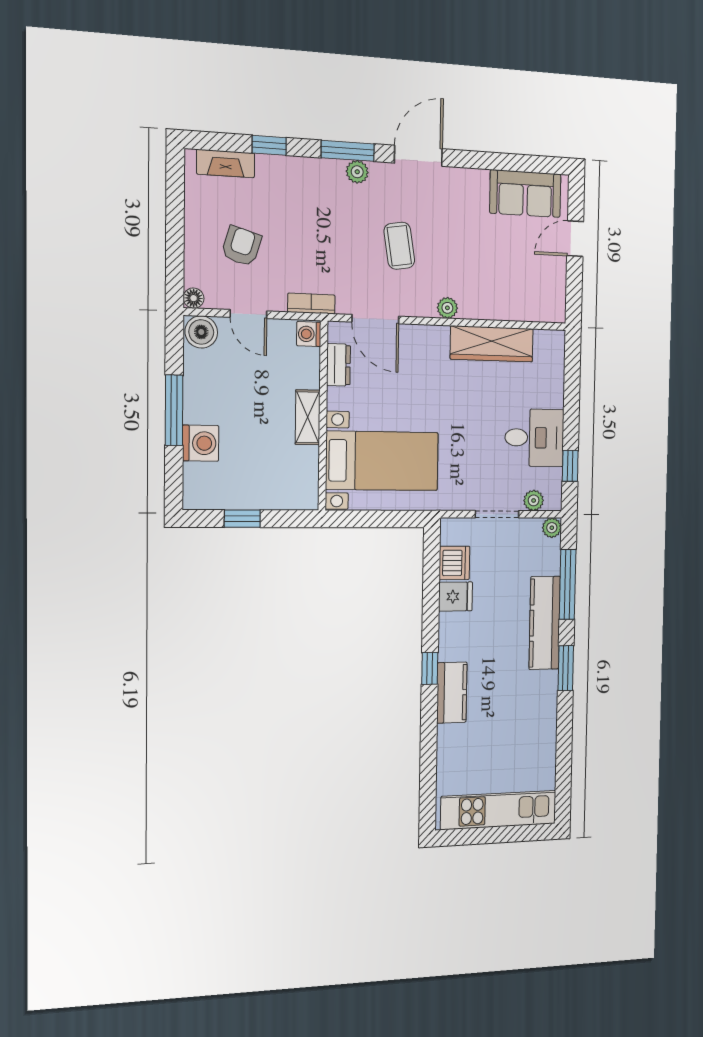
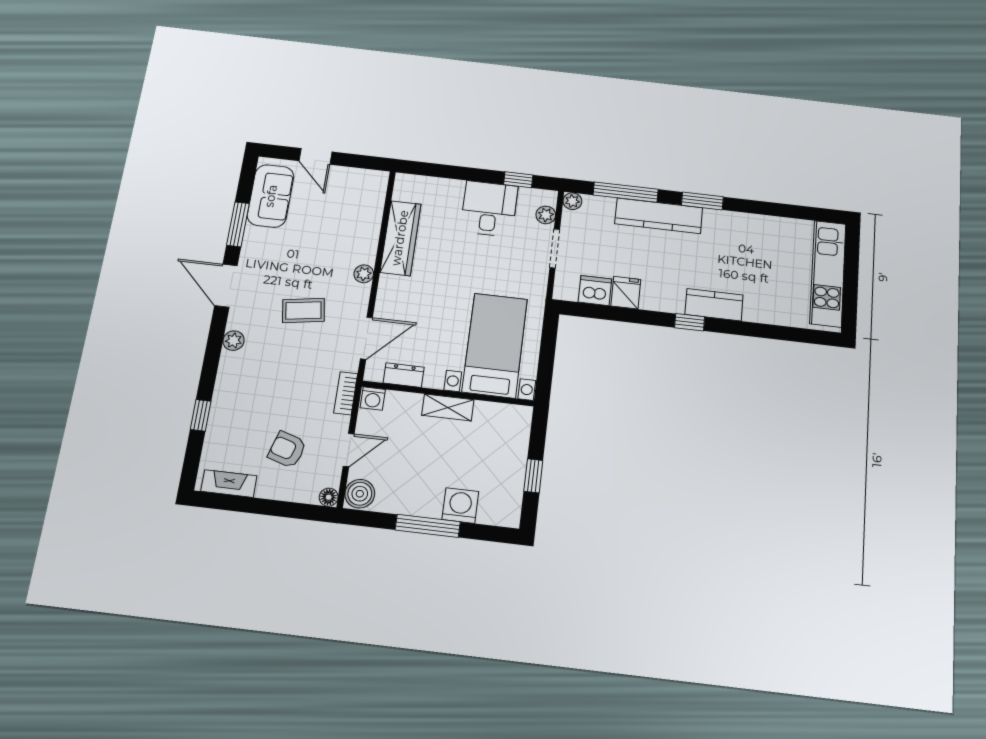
window: (348, 151) -> (238, 224), moved
fireplace: (226, 164) -> (229, 484), moved, turned -90

